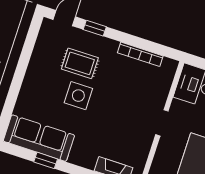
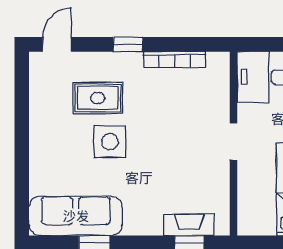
window: (95, 28) -> (128, 44), moved

